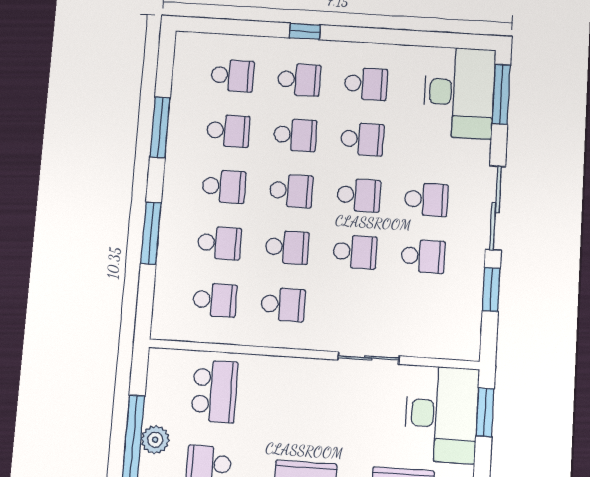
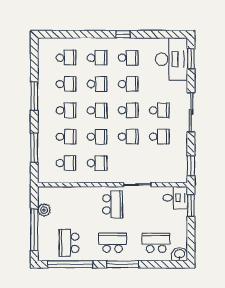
window: (305, 31) -> (123, 34), moved
window: (501, 94) -> (191, 59), width x0.69
window: (160, 127) -> (34, 96), moved
window: (151, 233) -> (34, 148), moved
window: (491, 290) -> (191, 166), moved
school desk: (215, 391) -> (113, 204), moved
desk: (442, 414) -> (175, 198), width x0.53, depth x0.77
plant: (155, 440) -> (44, 210), moved

